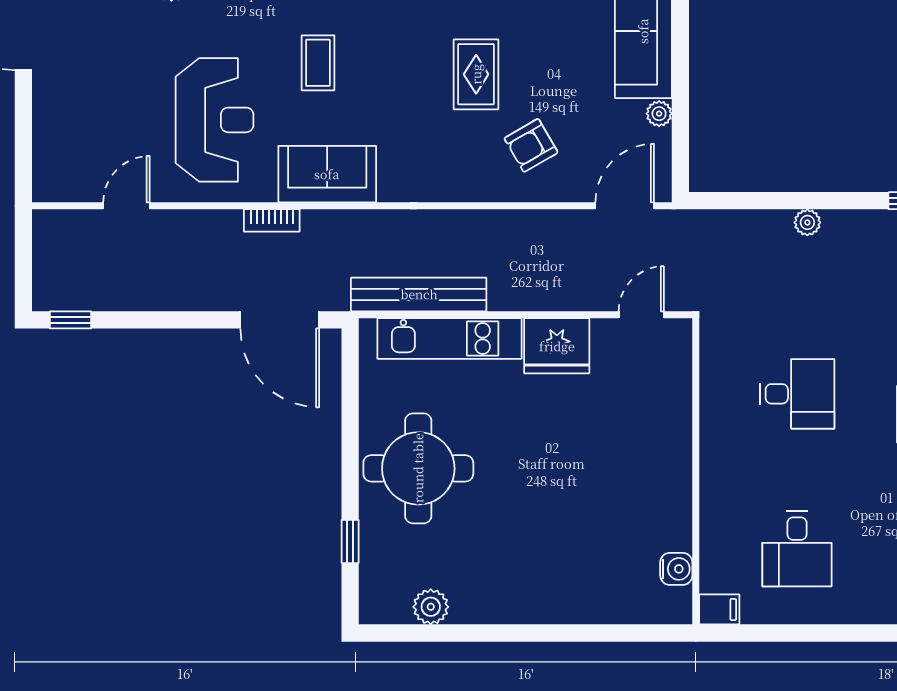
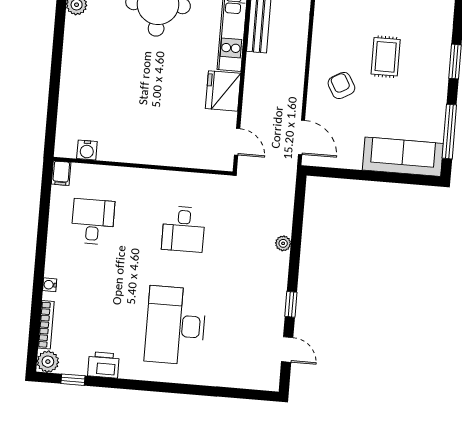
rug: (476, 74) -> (386, 57), turned 90
plant: (659, 114) -> (354, 162), removed
desk: (797, 549) -> (93, 222), turned 90

